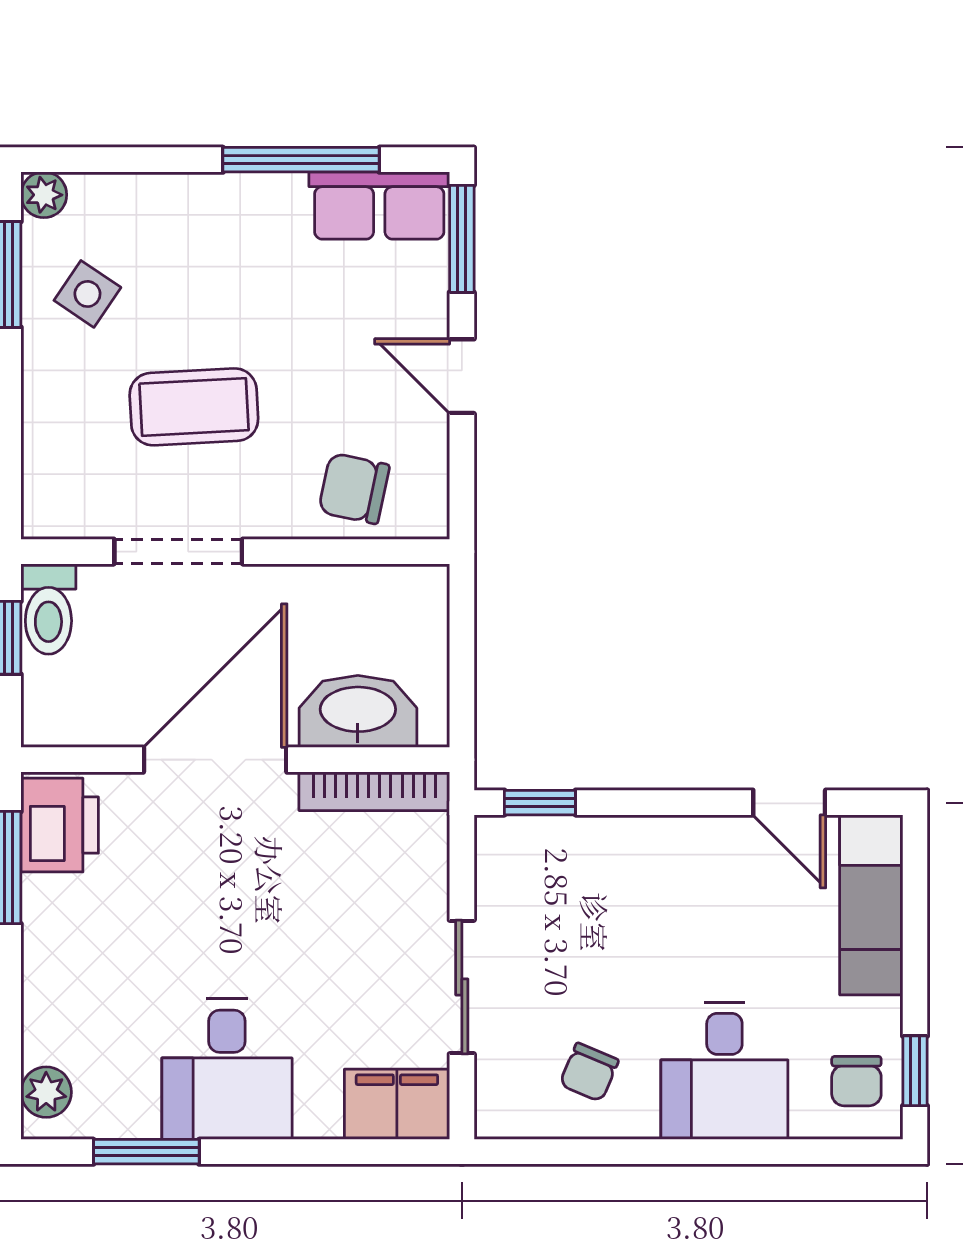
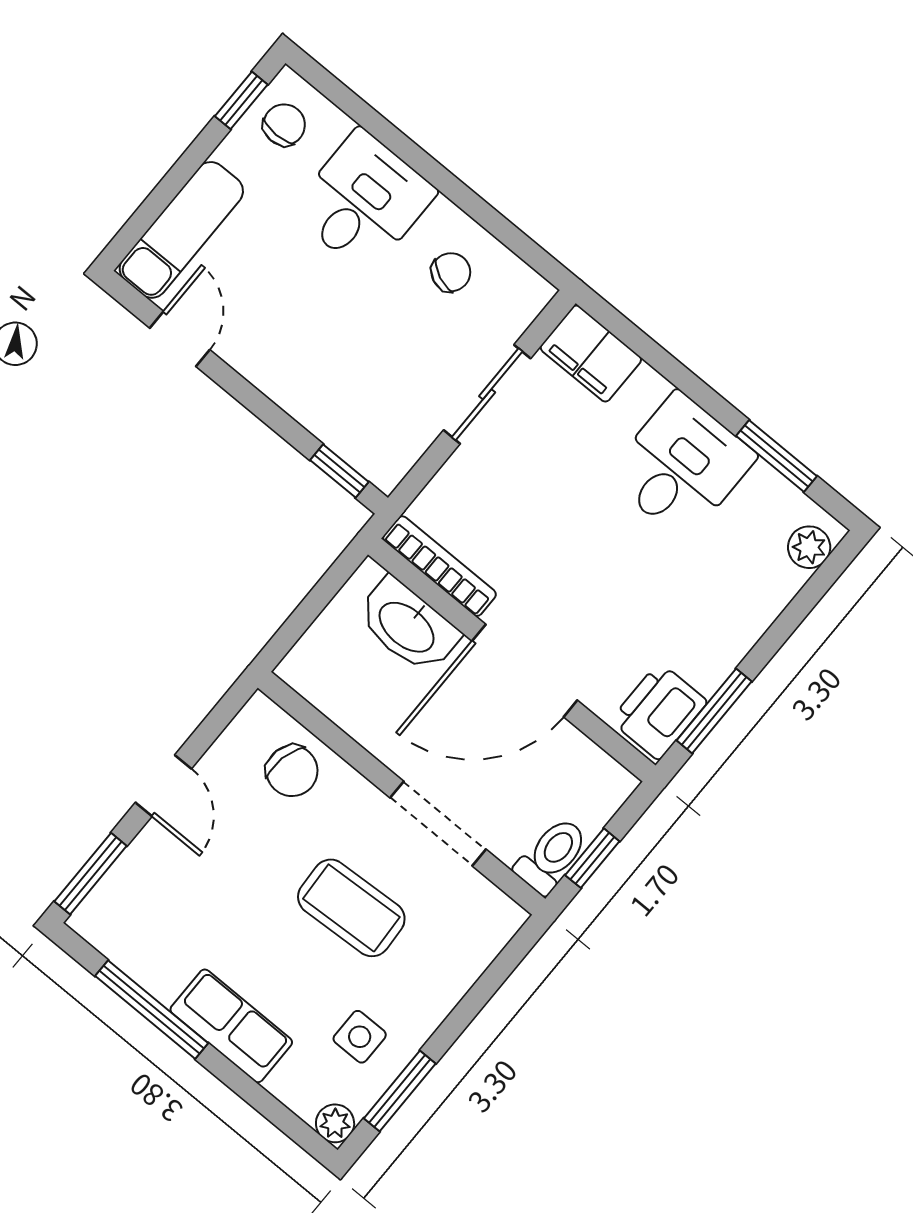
row of seats: (379, 206) -> (231, 1026), moved
side table: (87, 294) -> (360, 1037), turned -34

